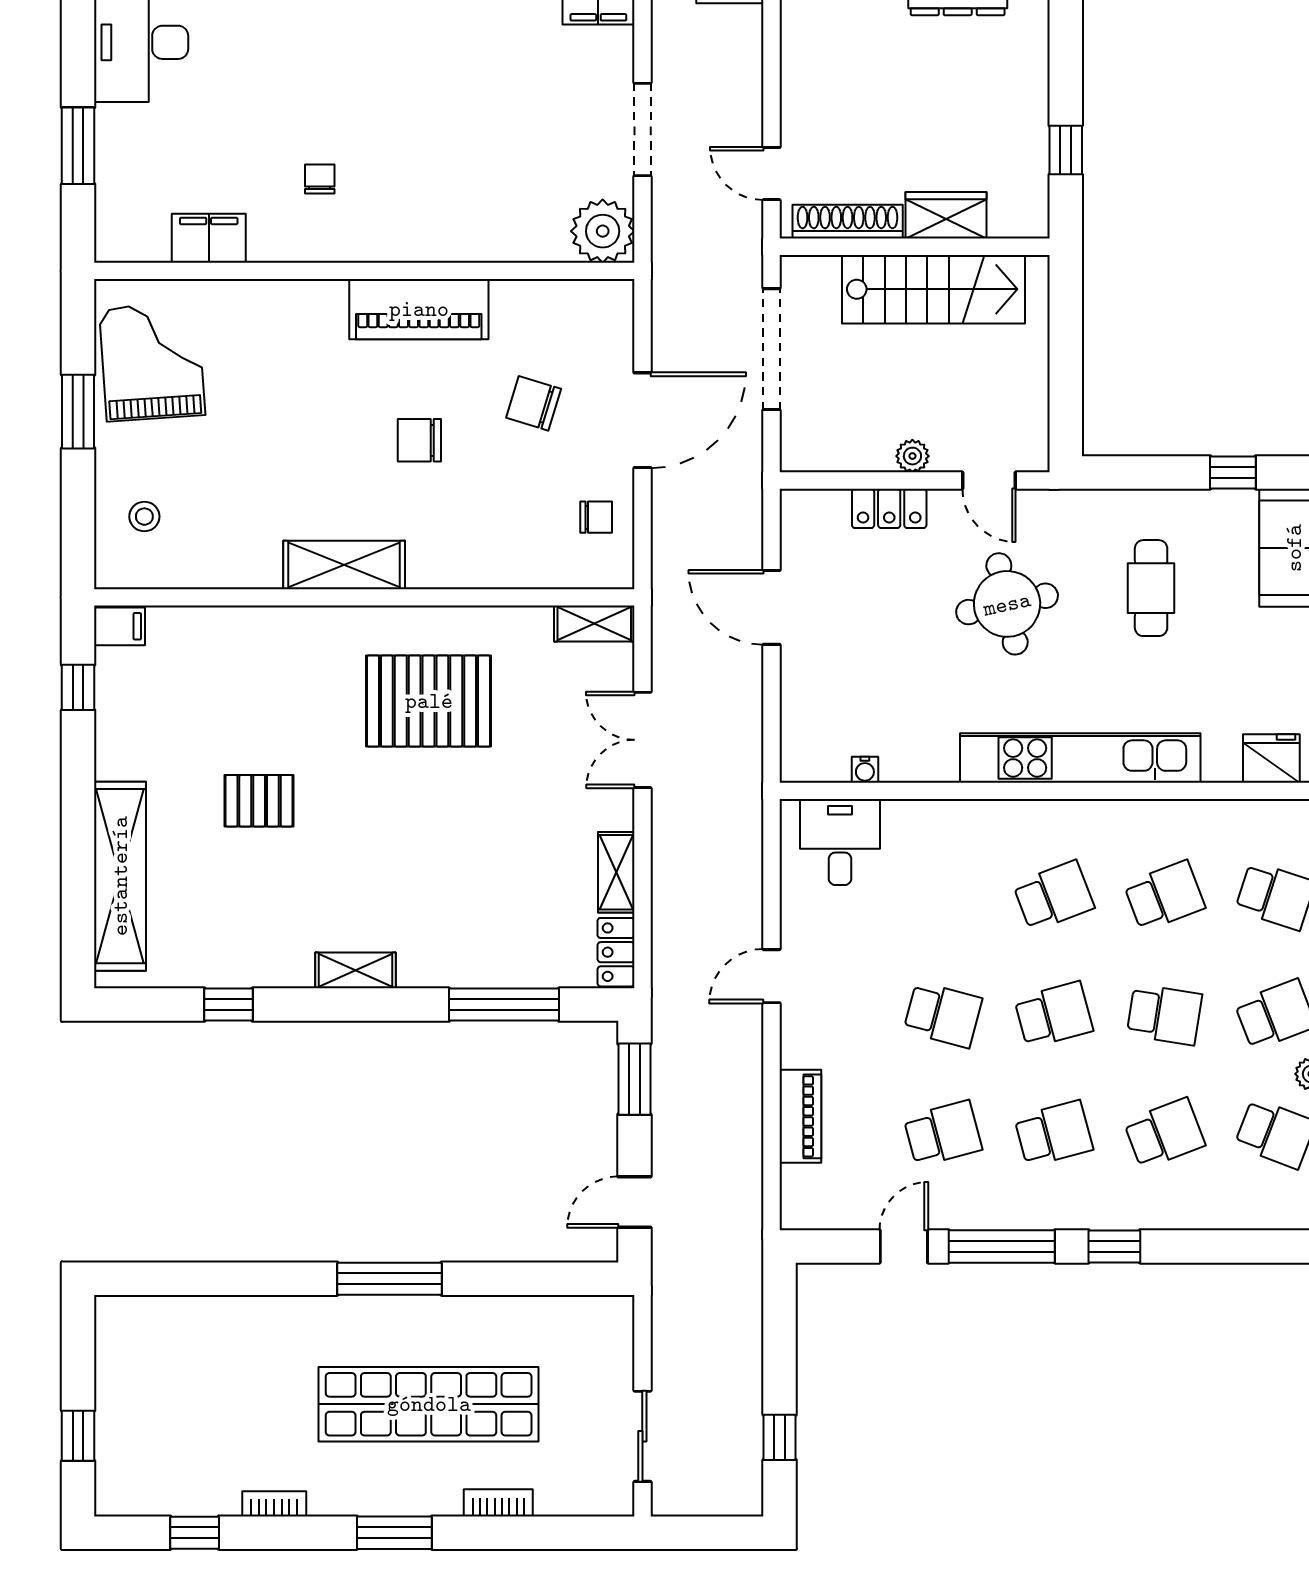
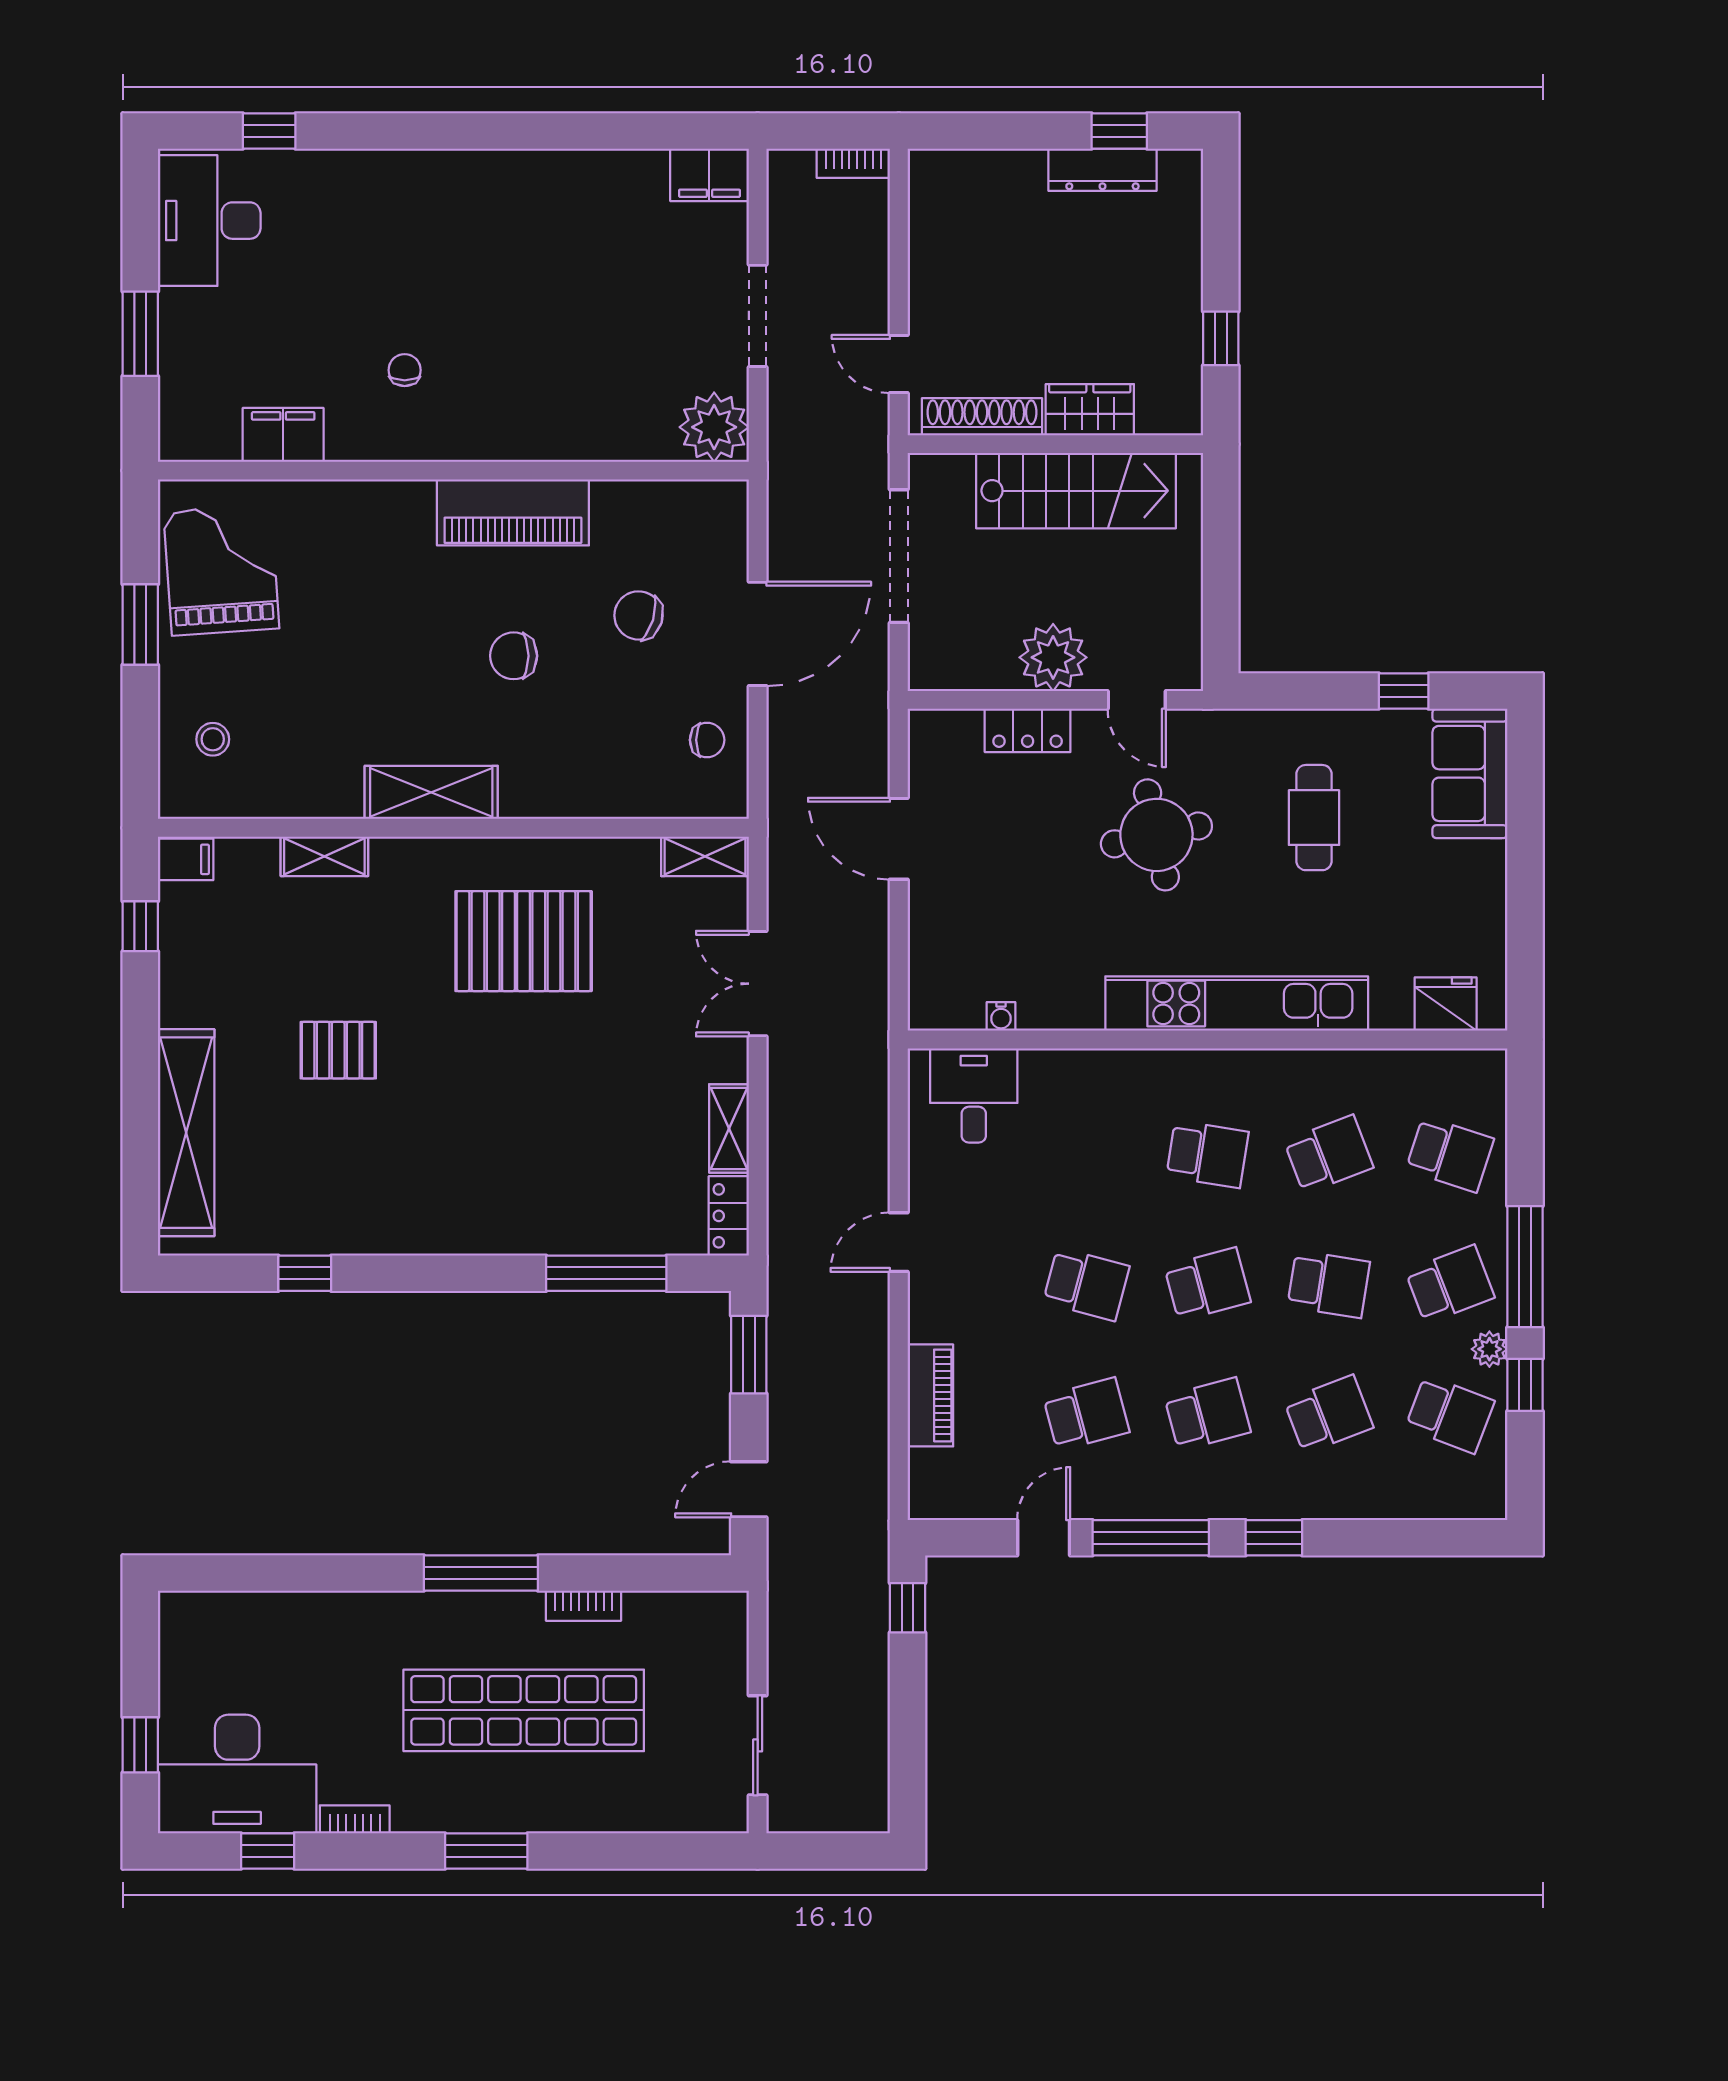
plant: (912, 456) -> (1053, 657), width x1.88, depth x1.88
school desk: (1054, 896) -> (1207, 1154), turned 30
shelving: (356, 970) -> (324, 856), moved
window: (780, 1437) -> (908, 1608), moved
desk: (167, 1462) -> (237, 1774), added
bookcase: (498, 1503) -> (583, 1606), moved, turned 180

